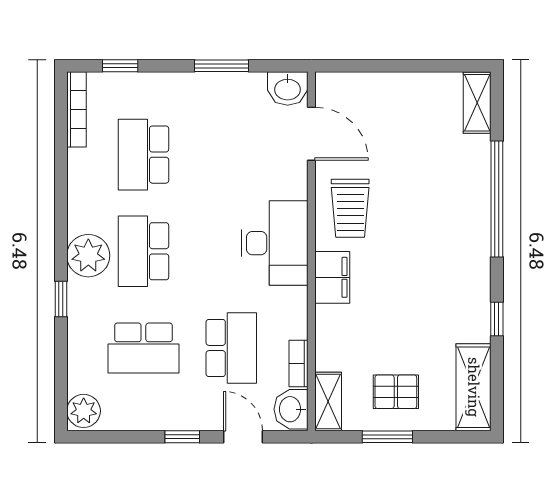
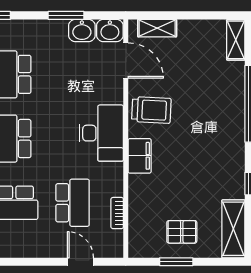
trolley: (350, 208) -> (151, 110), turned -87
shelving: (328, 401) -> (157, 28), moved, turned 90
washbasin: (291, 409) -> (82, 31), moved, turned -90
window: (182, 437) -> (40, 262), removed

